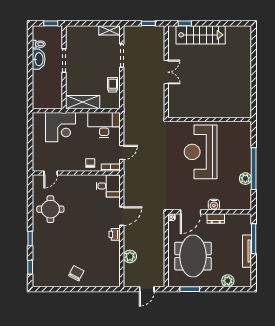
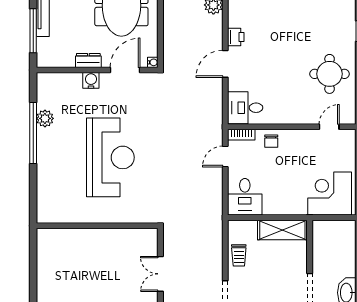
wall: (210, 120) -> (97, 226), moved
desk: (104, 125) -> (245, 197), width x0.73
corner desk: (61, 127) -> (330, 194), moved

